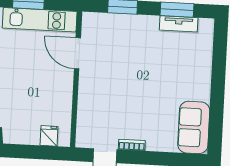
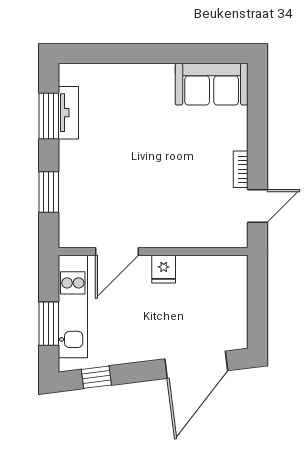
fridge: (49, 136) -> (164, 269), moved, turned -90

